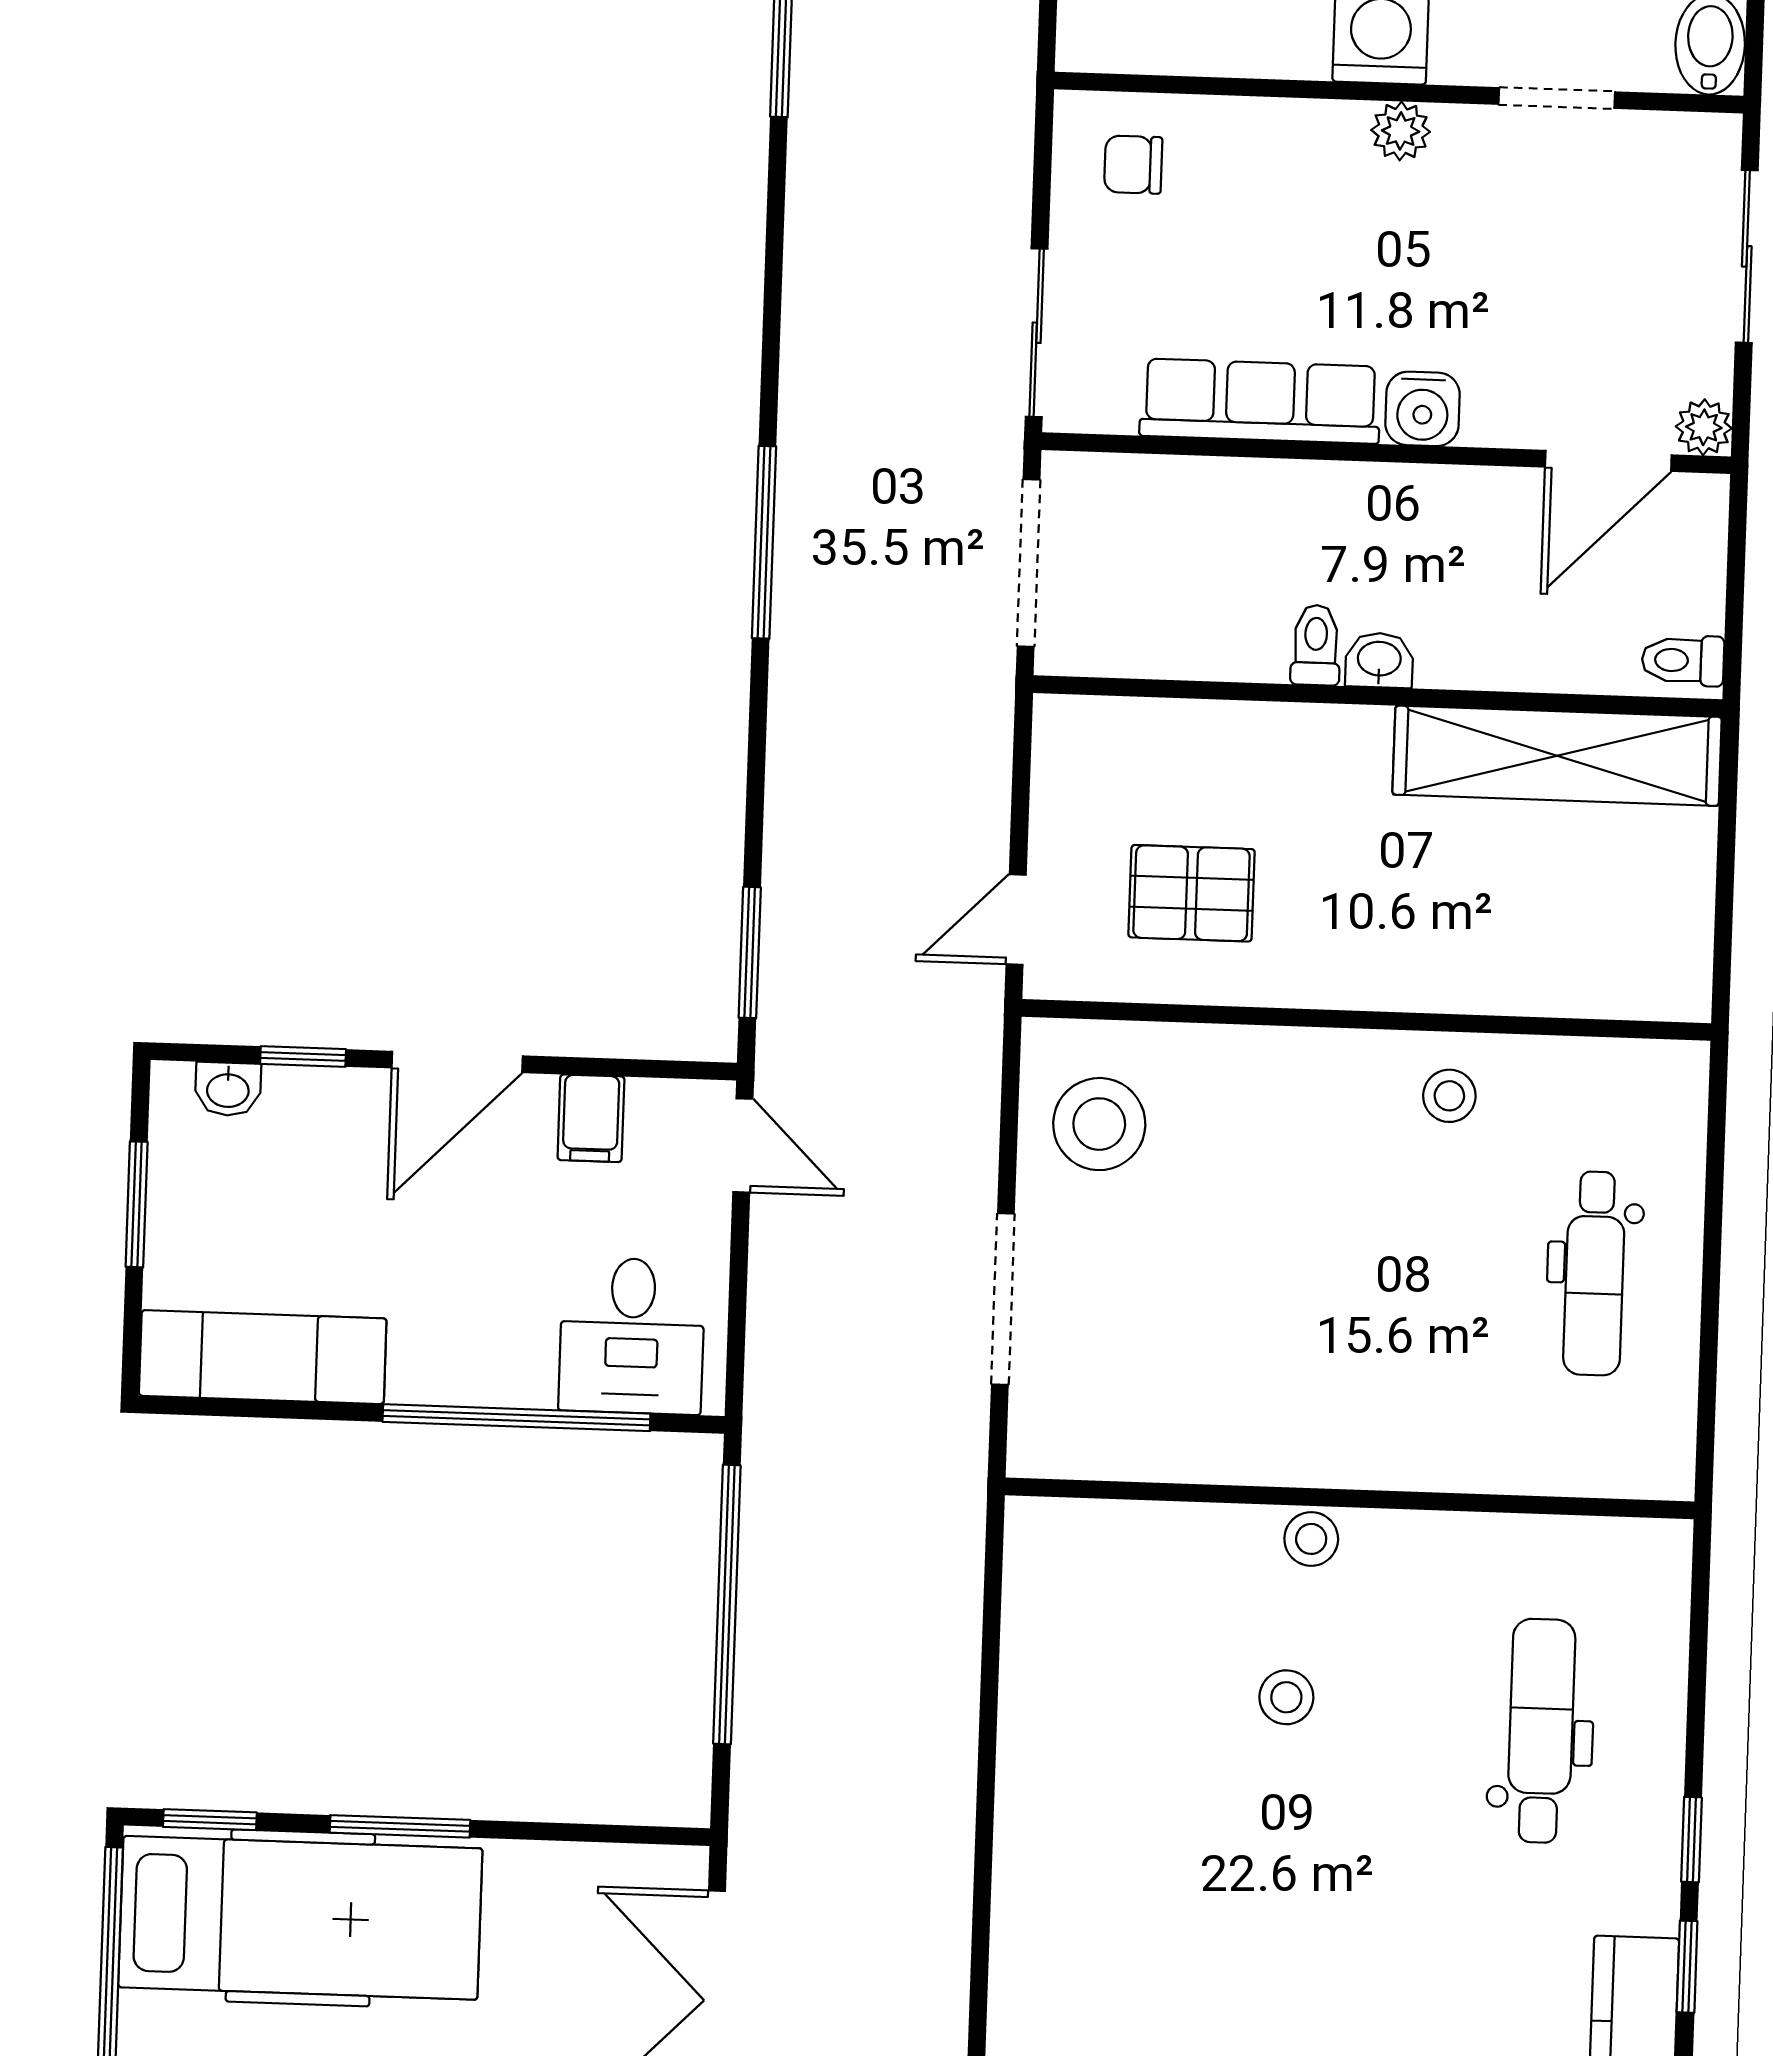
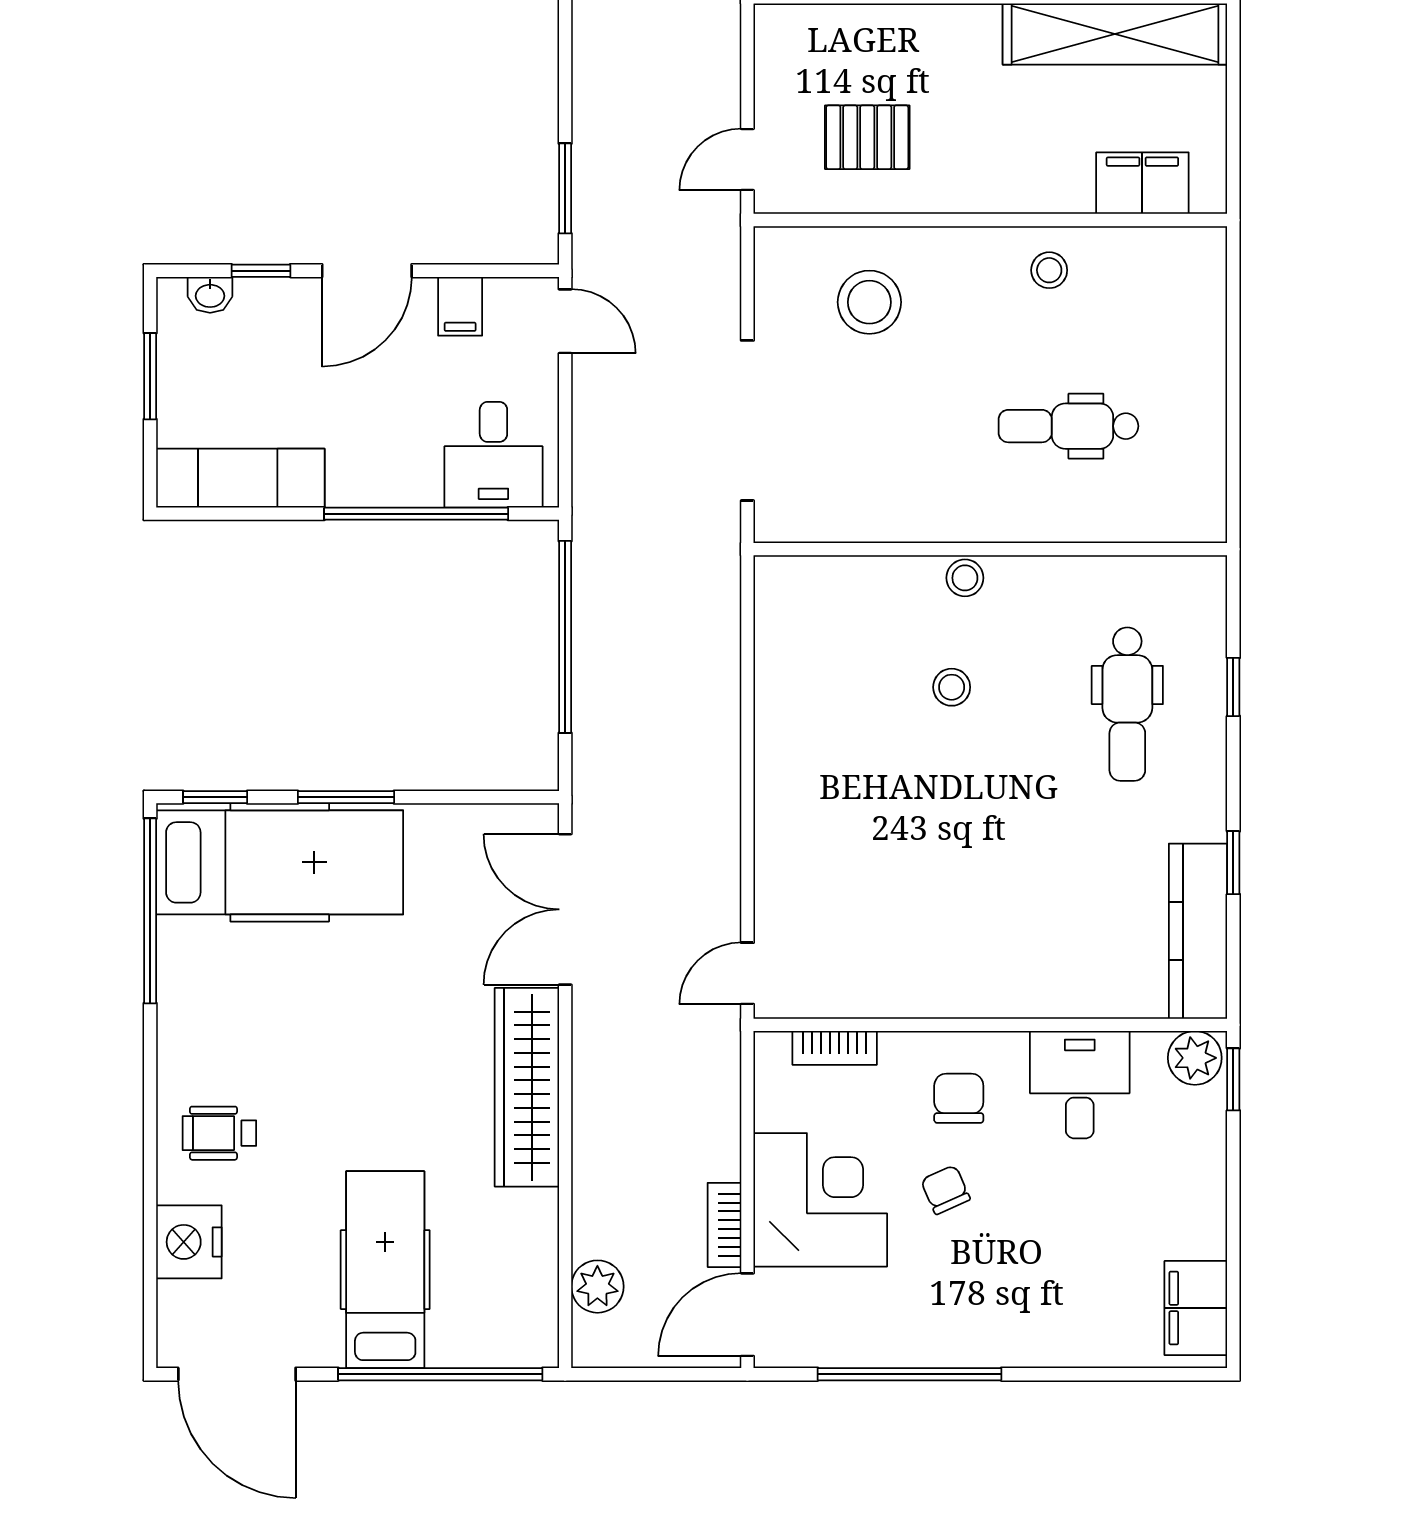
filing cabinet: (1589, 974) -> (1142, 183), added
stool: (1099, 1124) -> (869, 302), moved
dental chair: (1594, 1273) -> (1068, 426), moved, turned 90
doorway: (1003, 1299) -> (747, 420), width x1.36
dental chair: (1541, 1731) -> (1127, 704), turned 180
window: (1691, 1840) -> (1233, 687), moved

